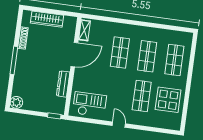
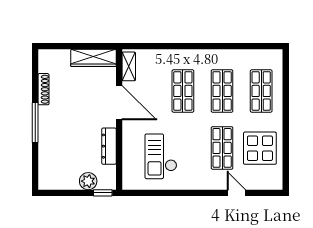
wardrobe: (47, 19) -> (93, 58), moved
door: (74, 55) -> (119, 103), hinge flipped
plant: (16, 102) -> (88, 181), moved
checkout: (90, 104) -> (161, 156), moved, turned -90
door: (119, 125) -> (236, 193), moved

